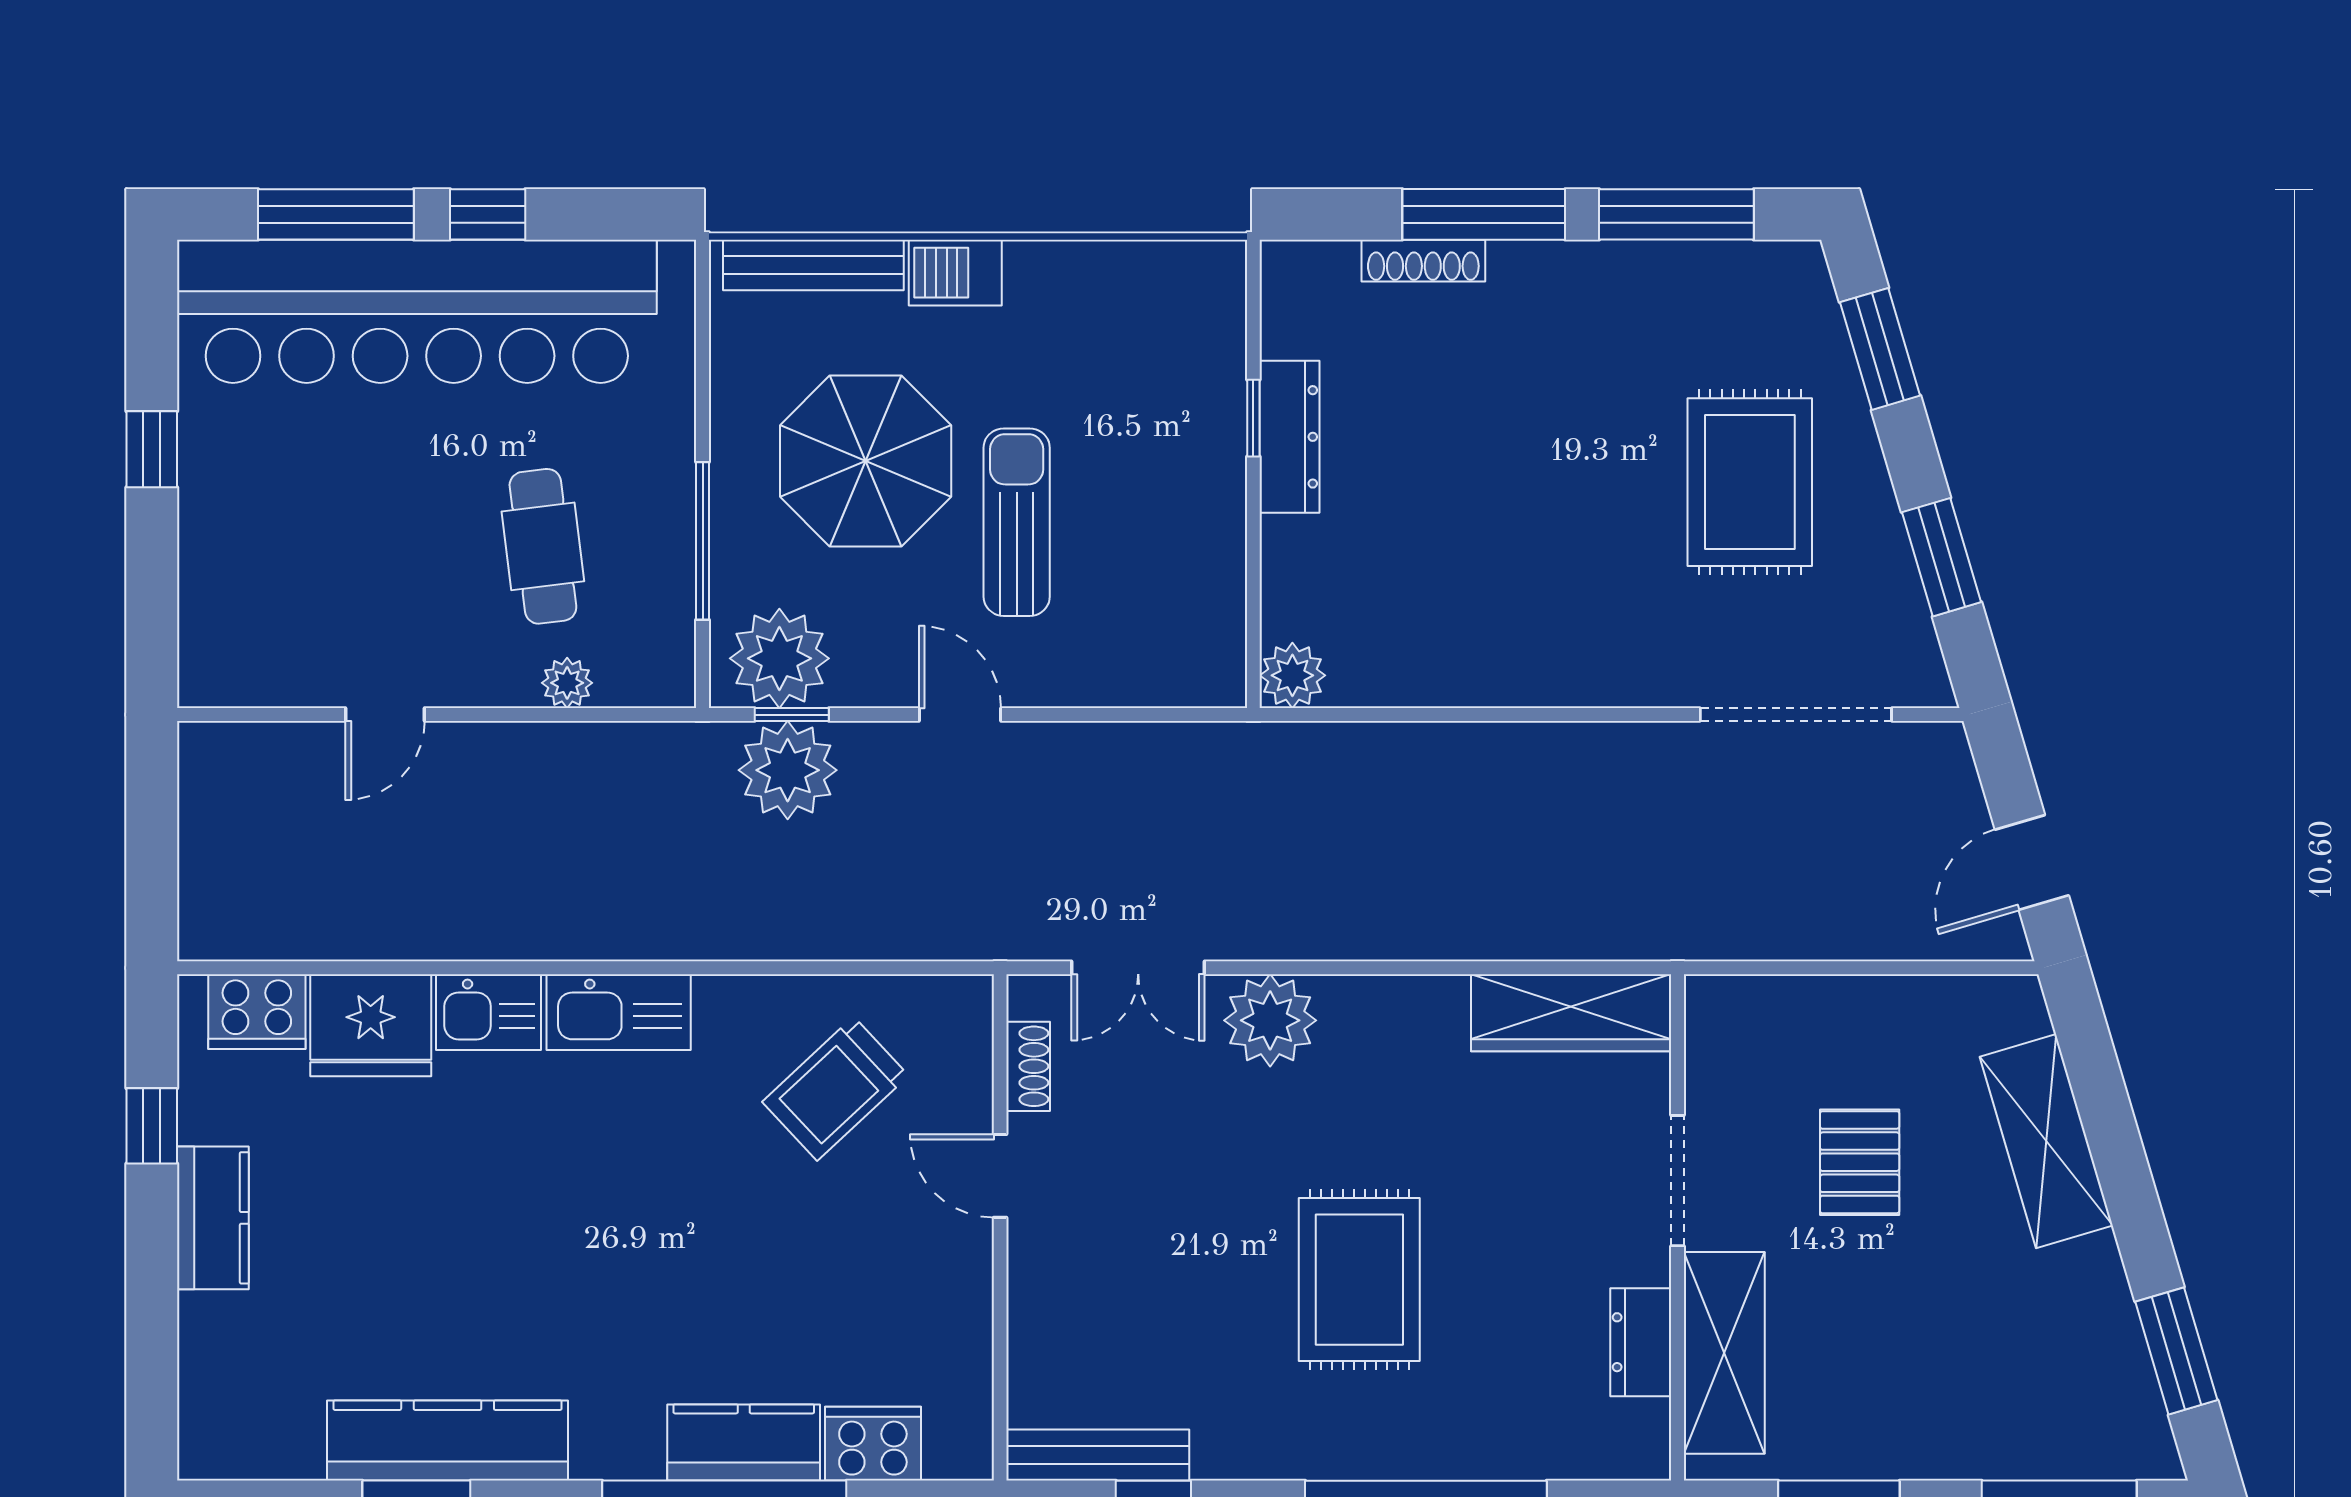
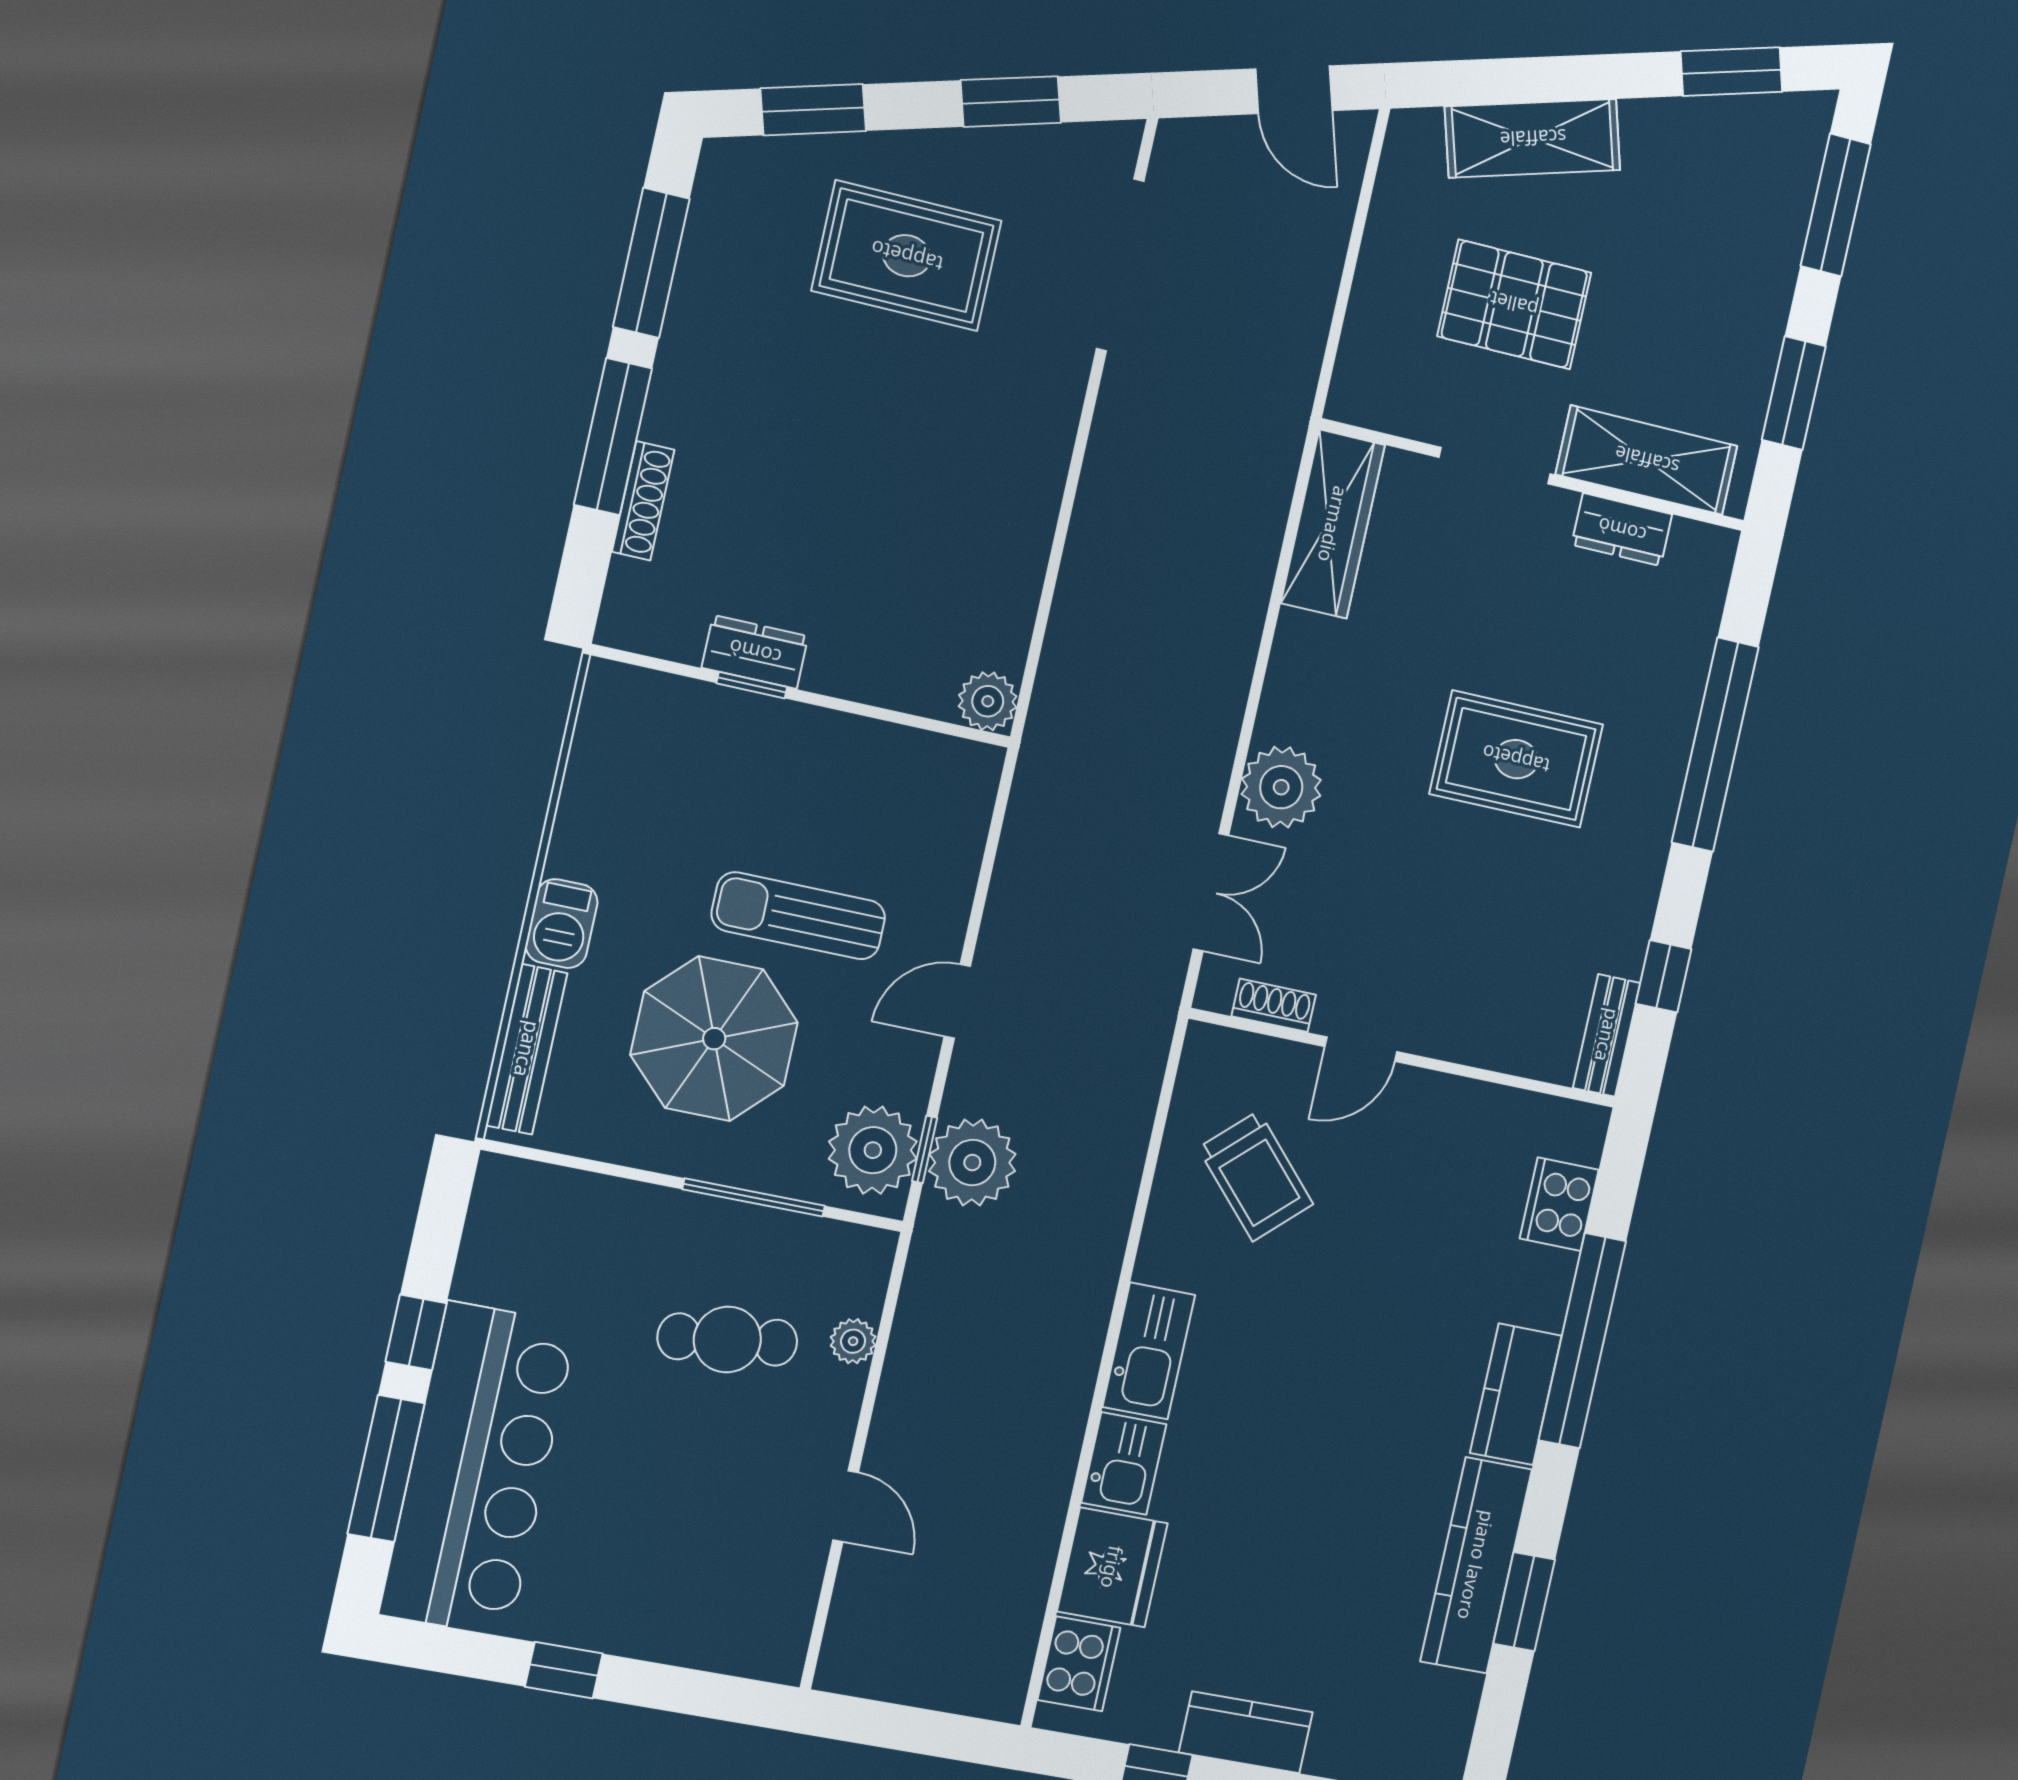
bar counter: (417, 311) -> (478, 1469), width x0.73
dresser: (1289, 437) -> (755, 652), width x0.70
pallet: (1860, 1162) -> (1514, 304), width x1.50, depth x1.42
kitchen counter: (744, 1442) -> (1516, 1394), moved
bench: (1098, 1455) -> (1607, 1035), width x0.73

